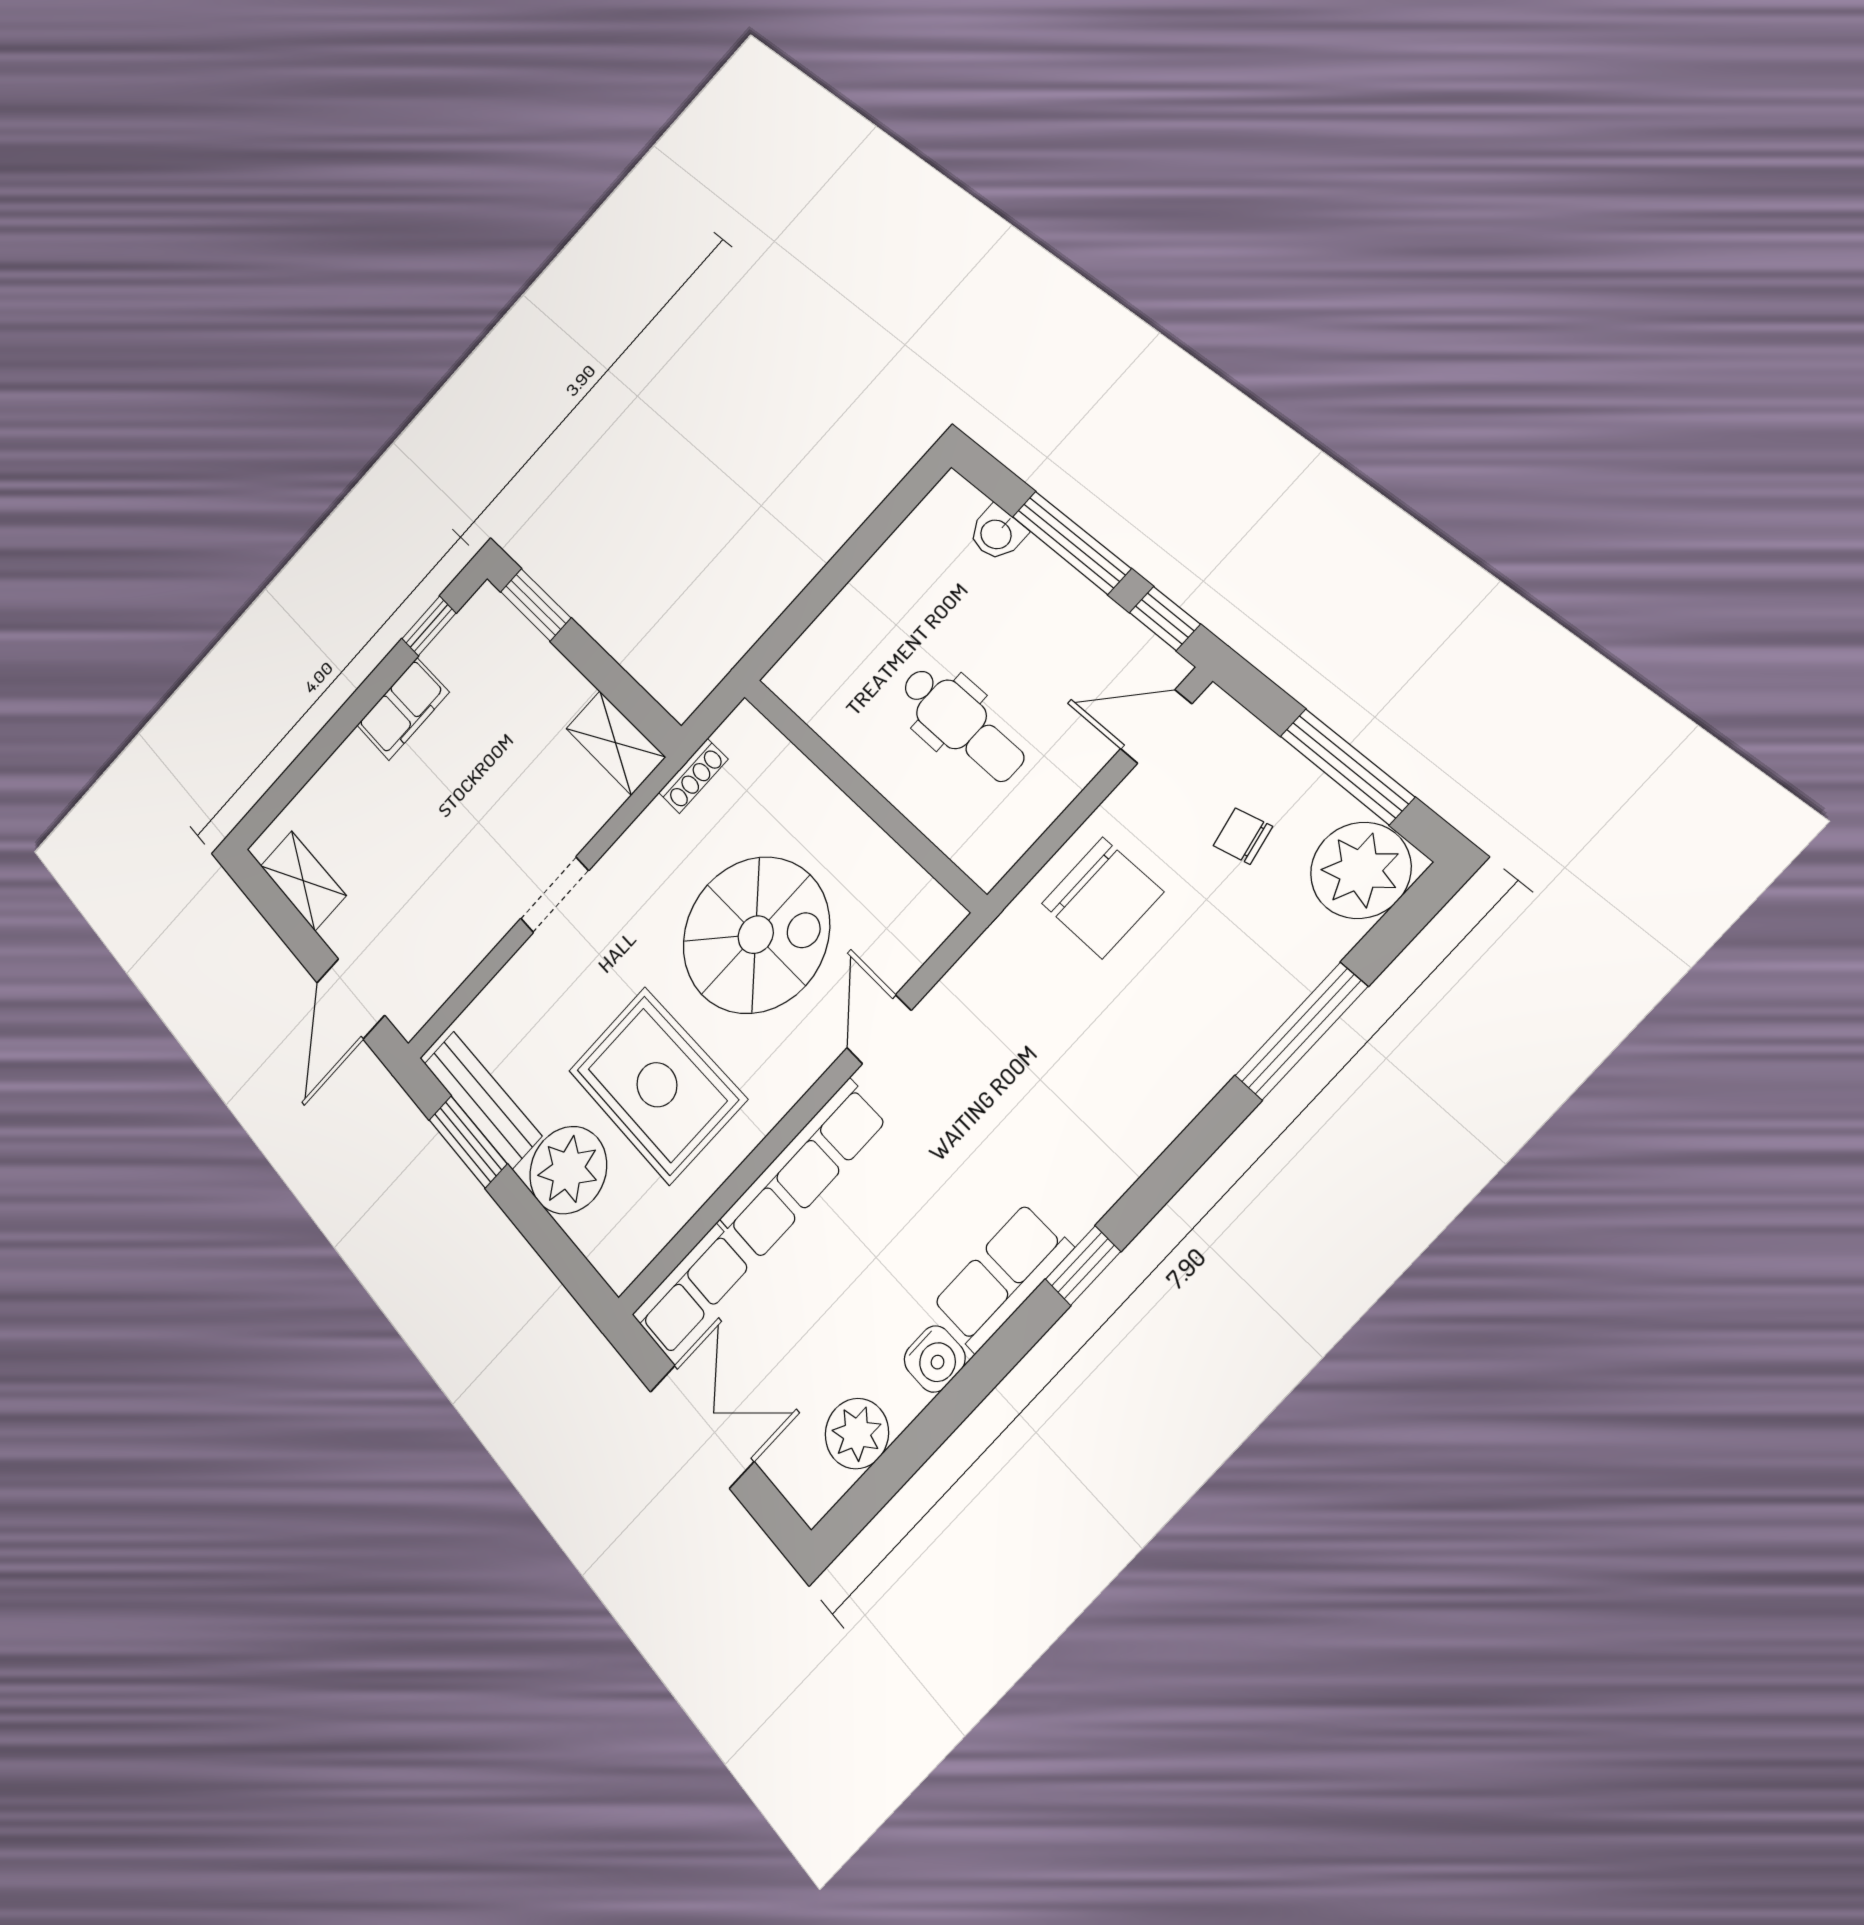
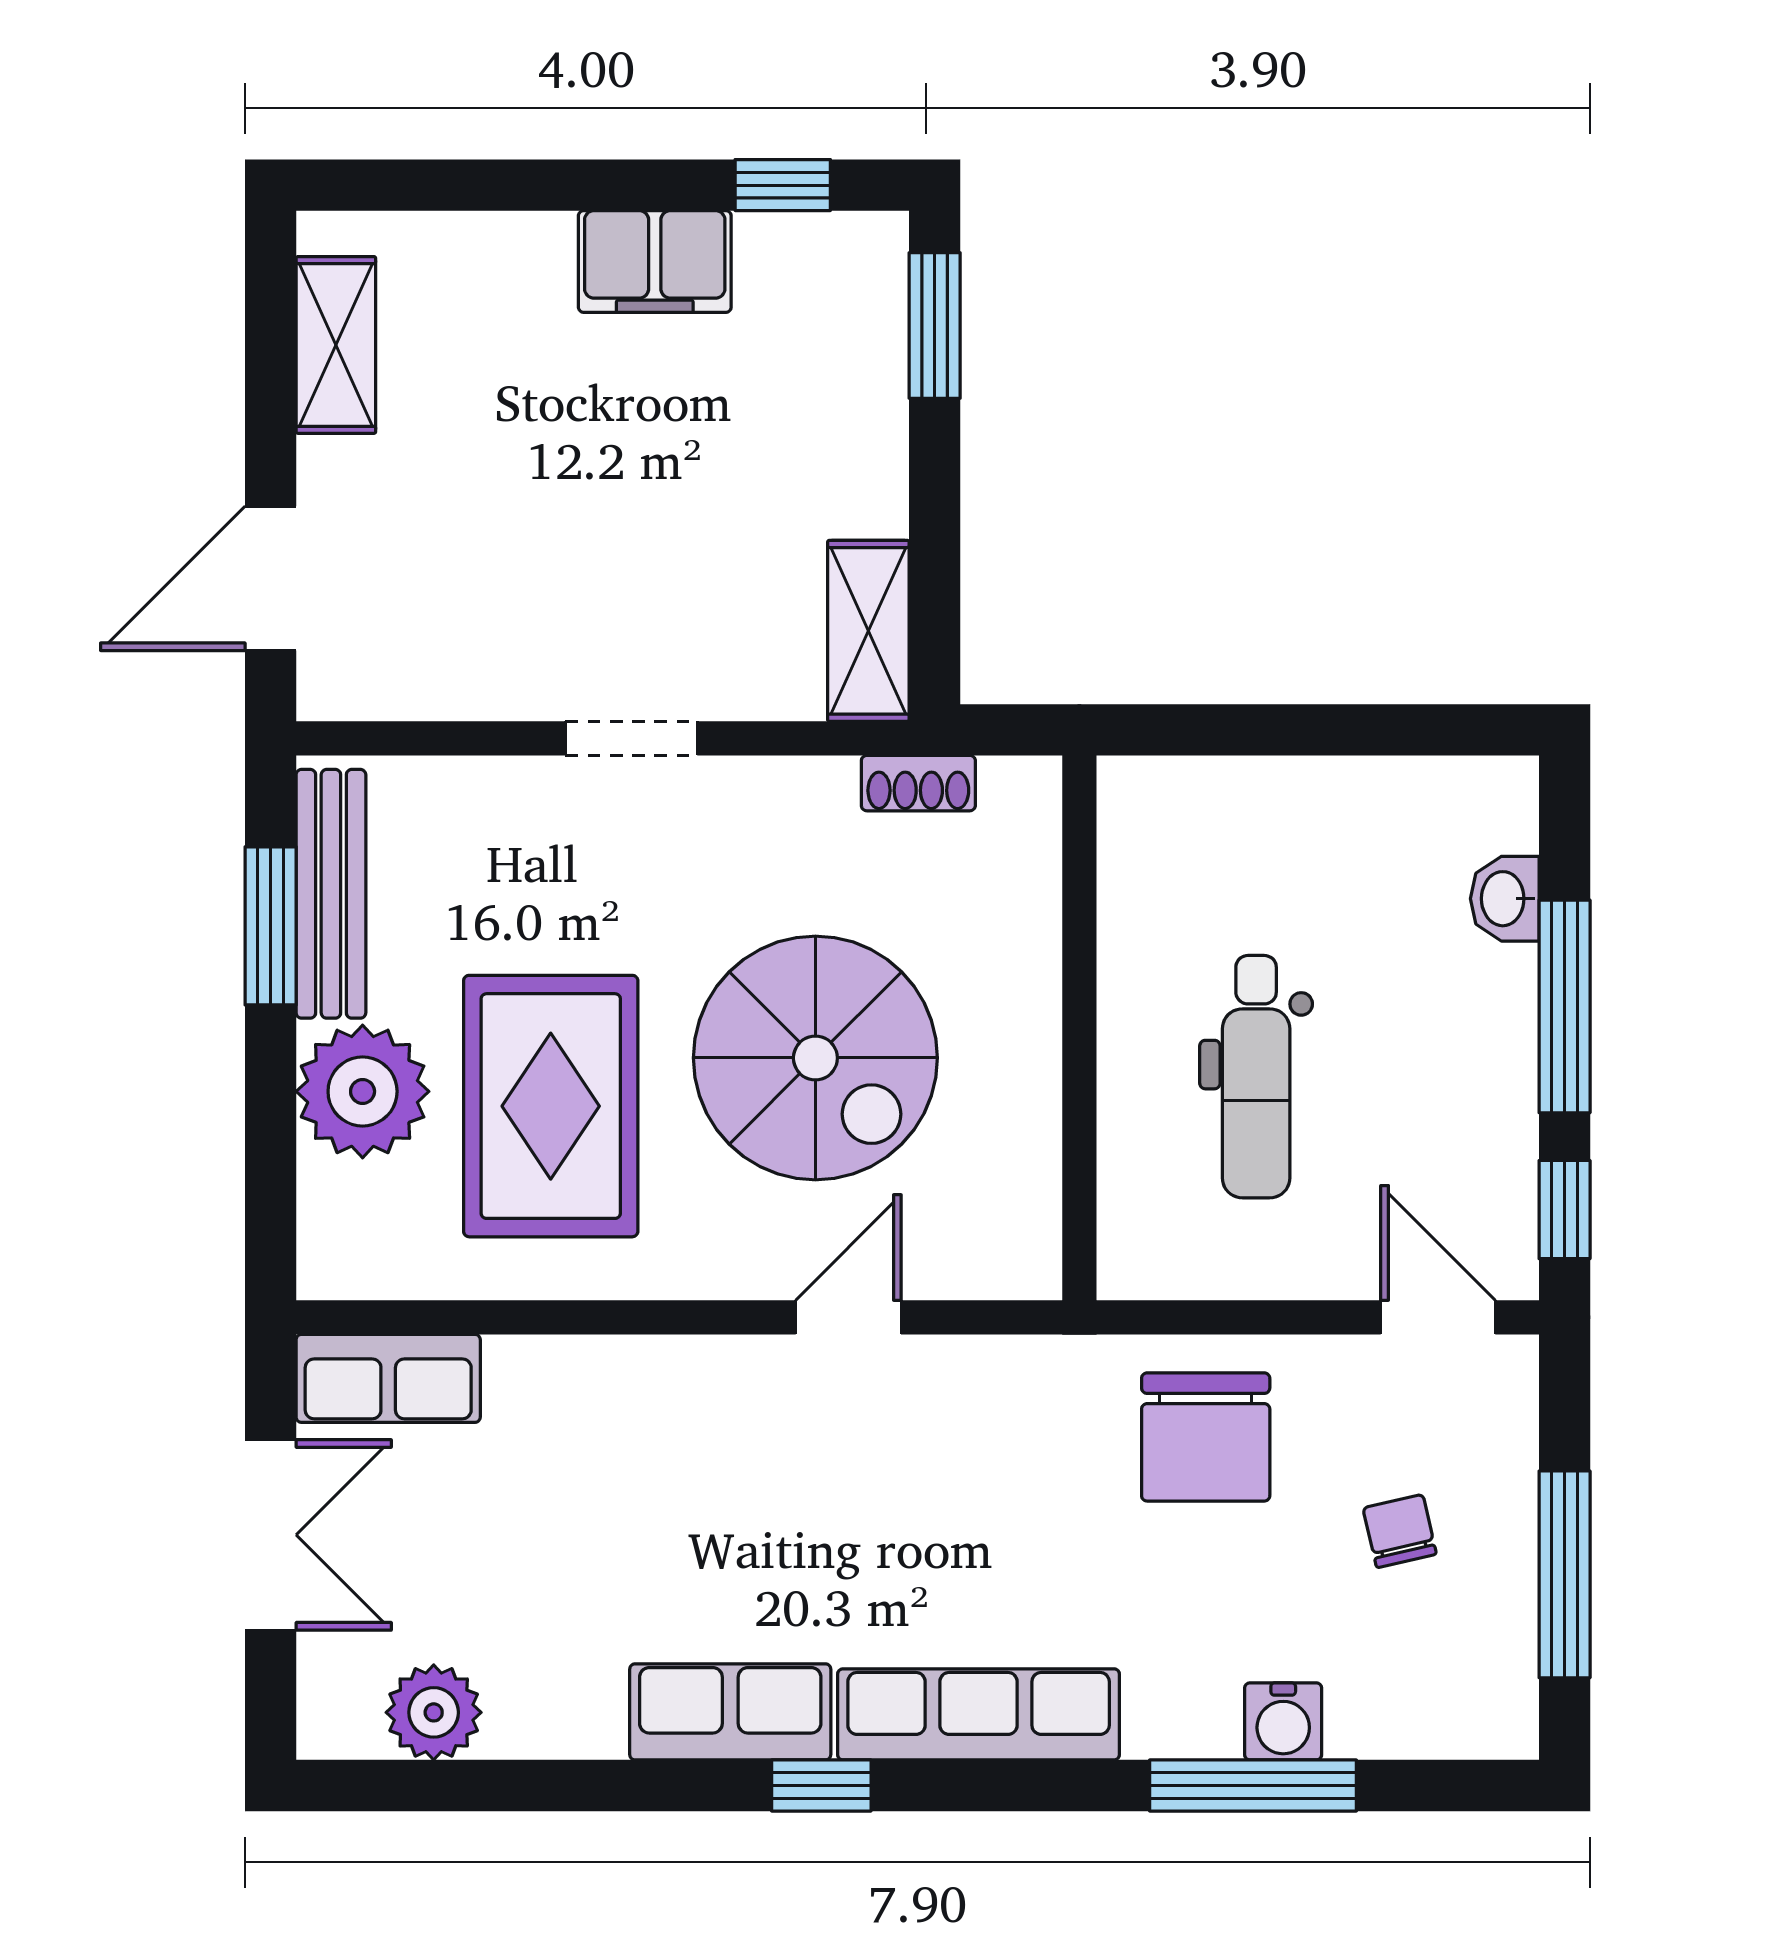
plant: (1361, 870) -> (1468, 1692), removed
row of seats: (803, 1169) -> (979, 1714), moved, turned 180
water cooler: (935, 1359) -> (1283, 1721), moved

